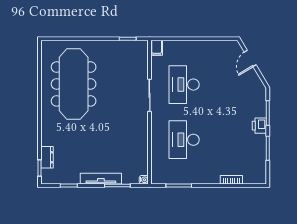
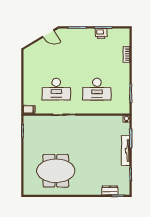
door: (250, 58) -> (48, 34), moved
meeting table: (74, 84) -> (56, 171), width x0.73
printer: (259, 126) -> (101, 34), moved

